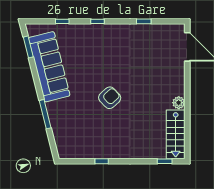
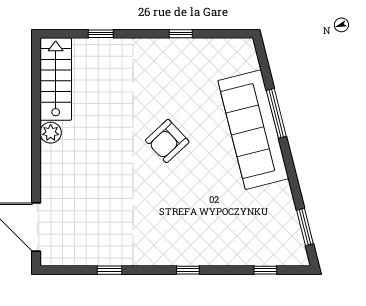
window: (62, 21) -> (265, 270), moved
sofa: (49, 67) -> (253, 130), moved
window: (165, 161) -> (101, 34), moved

